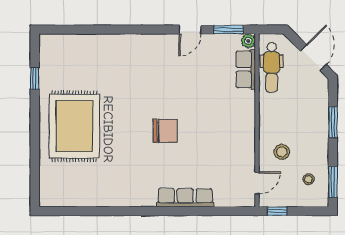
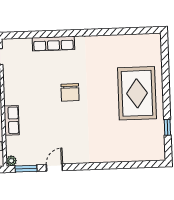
row of seats: (246, 69) -> (12, 120), moved
chair: (165, 131) -> (70, 92), turned -90

